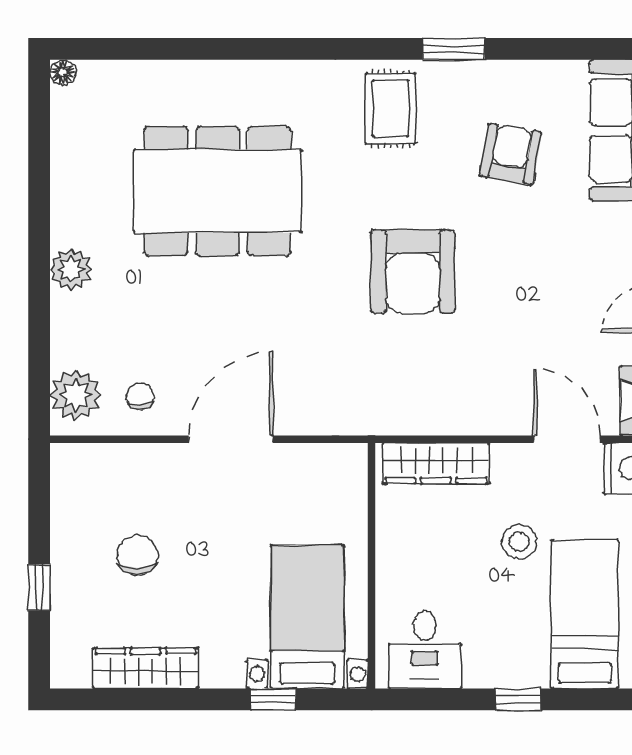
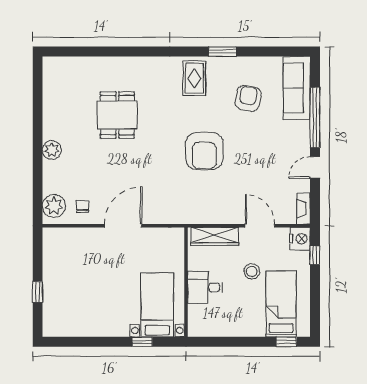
floor lamp: (63, 73) -> (48, 62), removed
dining table: (218, 191) -> (117, 115), width x0.53, depth x0.80
door: (567, 439) -> (260, 226), moved
chair: (137, 555) -> (81, 277), removed
desk: (425, 650) -> (205, 287), moved, turned 90
wardrobe: (145, 668) -> (85, 328), removed
window: (518, 699) -> (286, 342), moved

